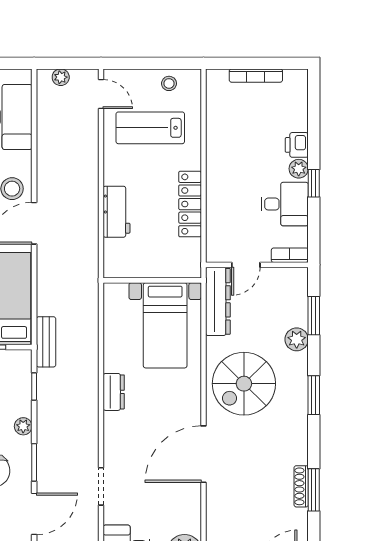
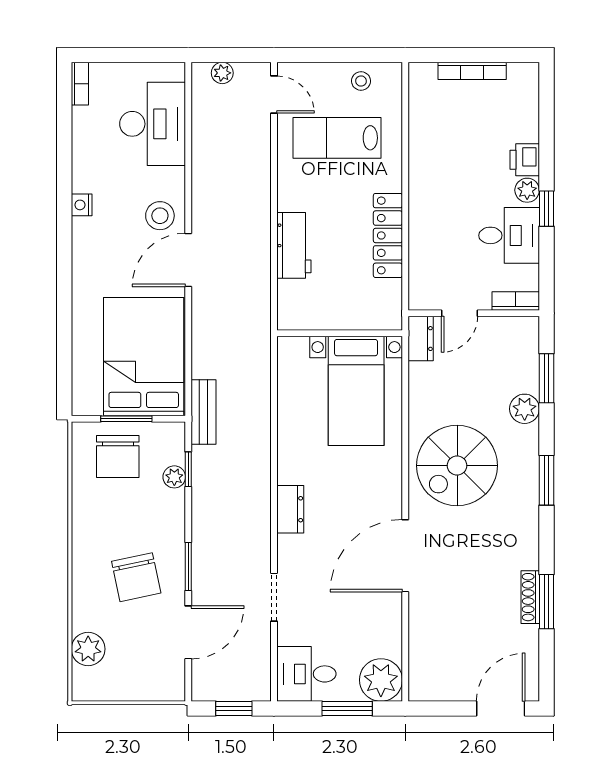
dresser: (218, 301) -> (421, 339), width x0.51, depth x0.80
dresser: (114, 392) -> (290, 509), moved
plant: (23, 426) -> (174, 477), moved

